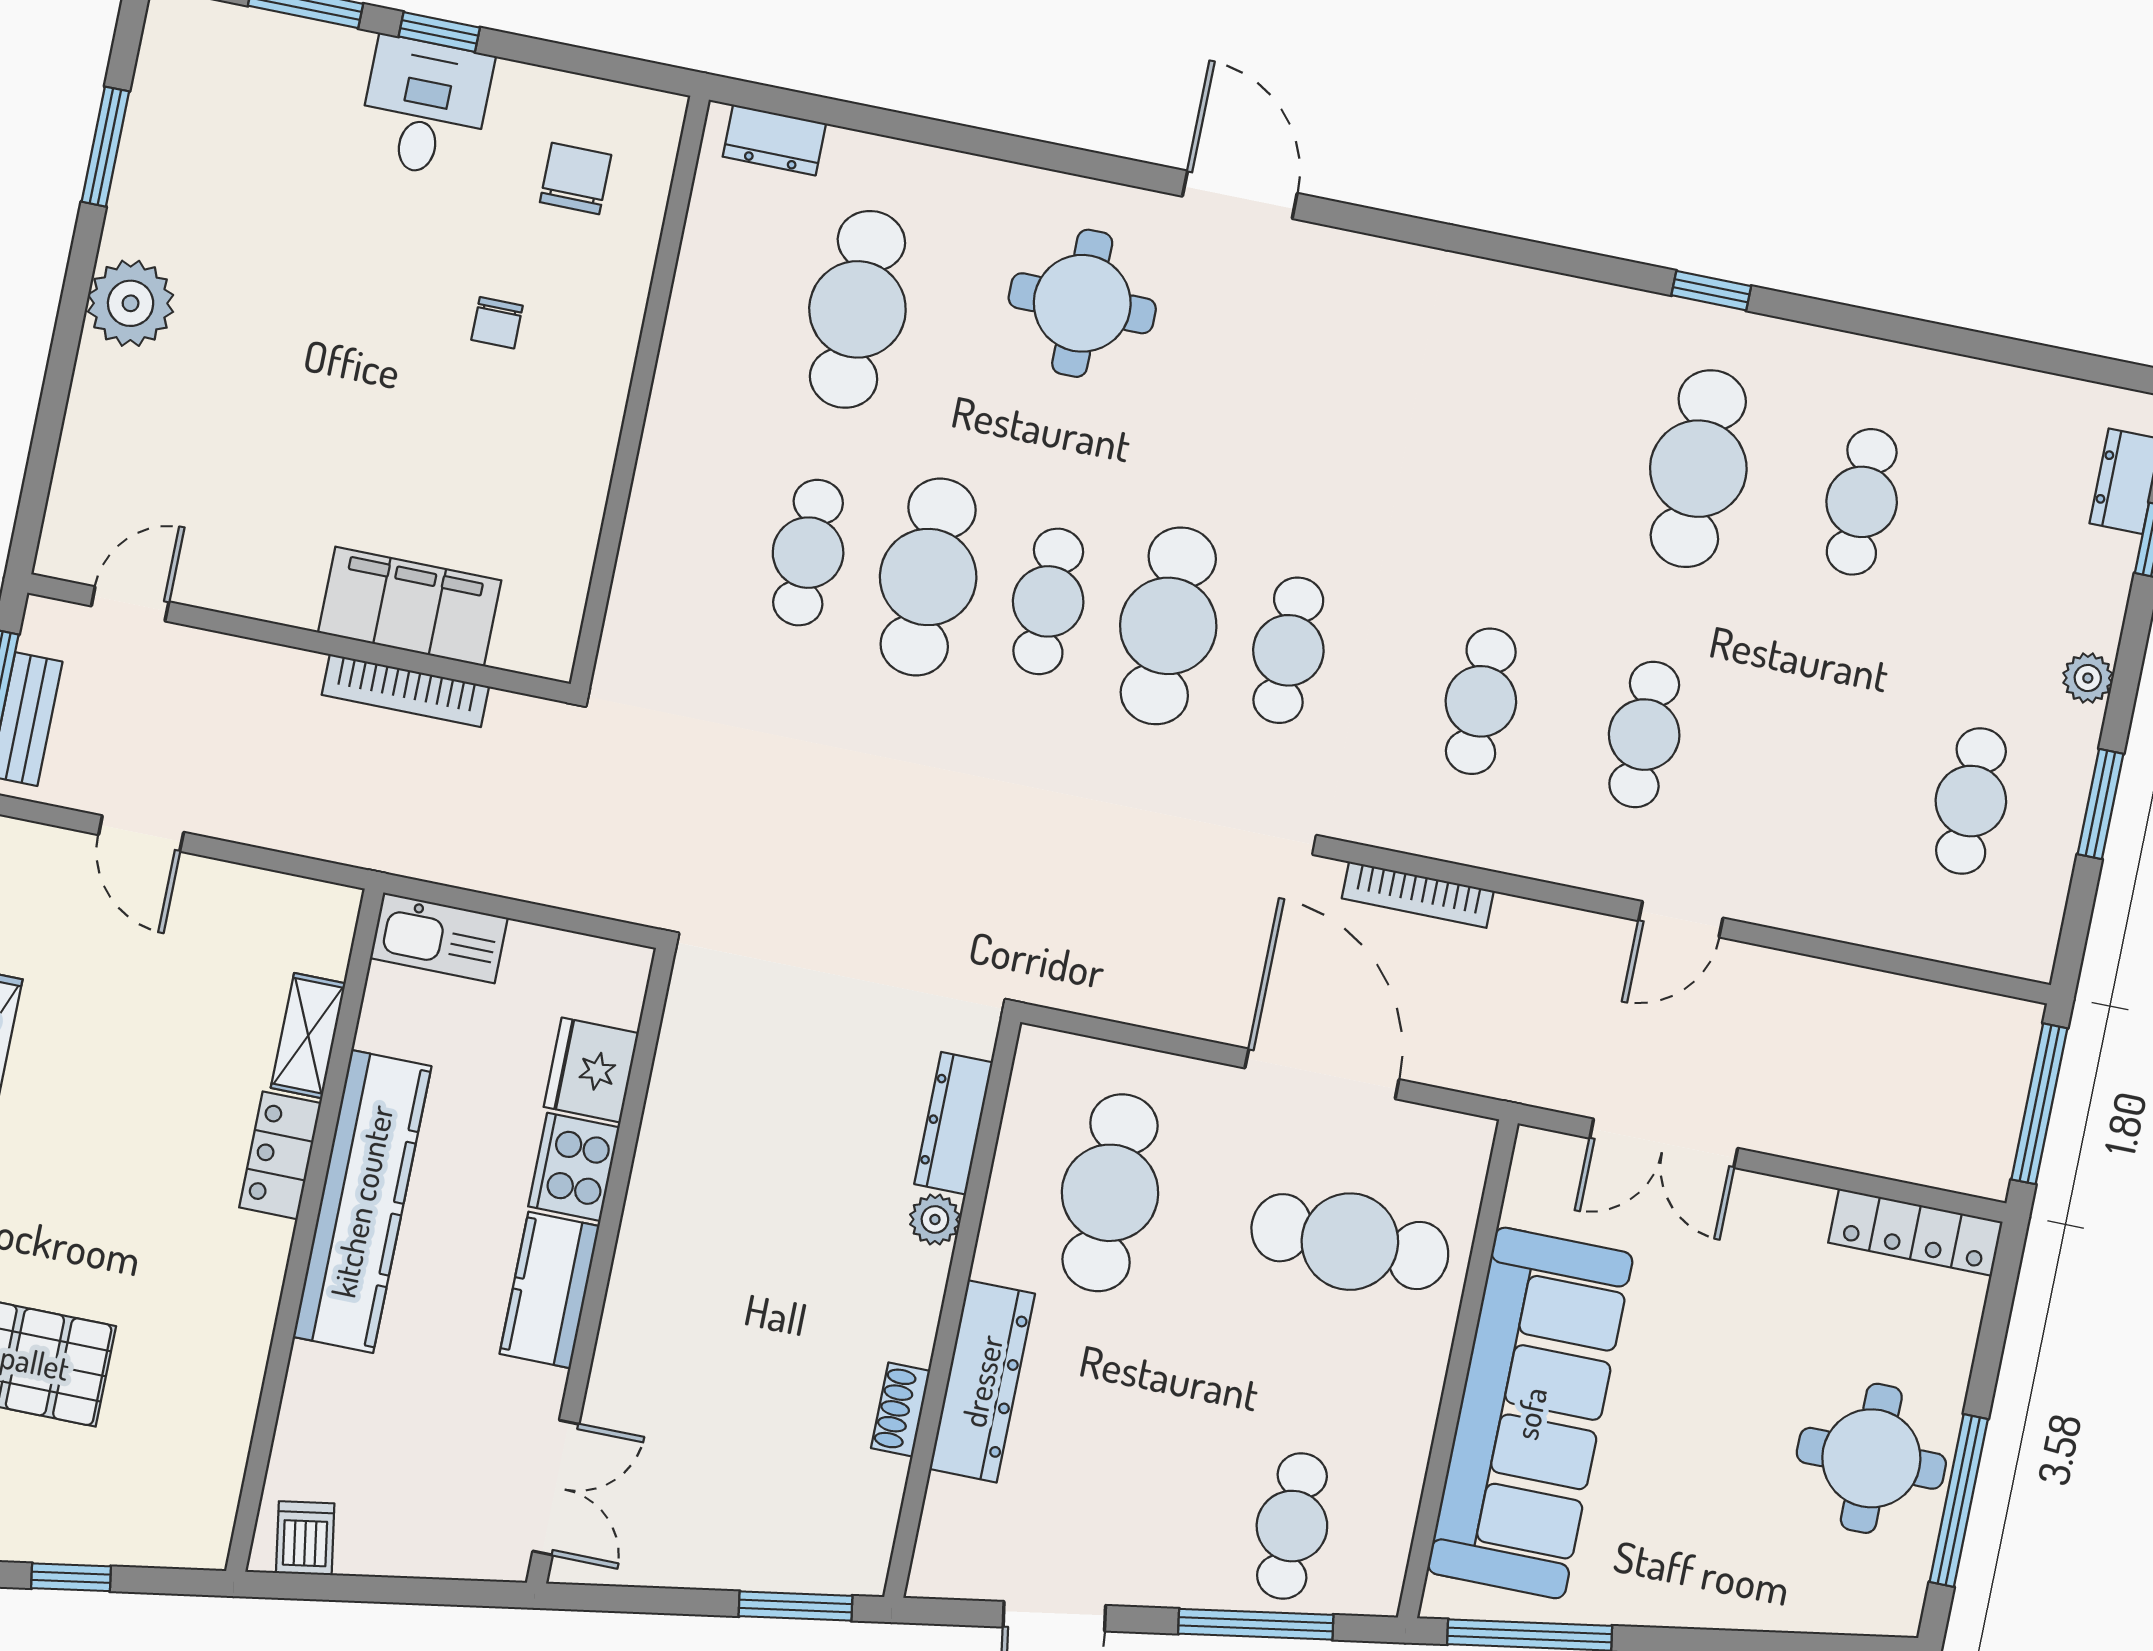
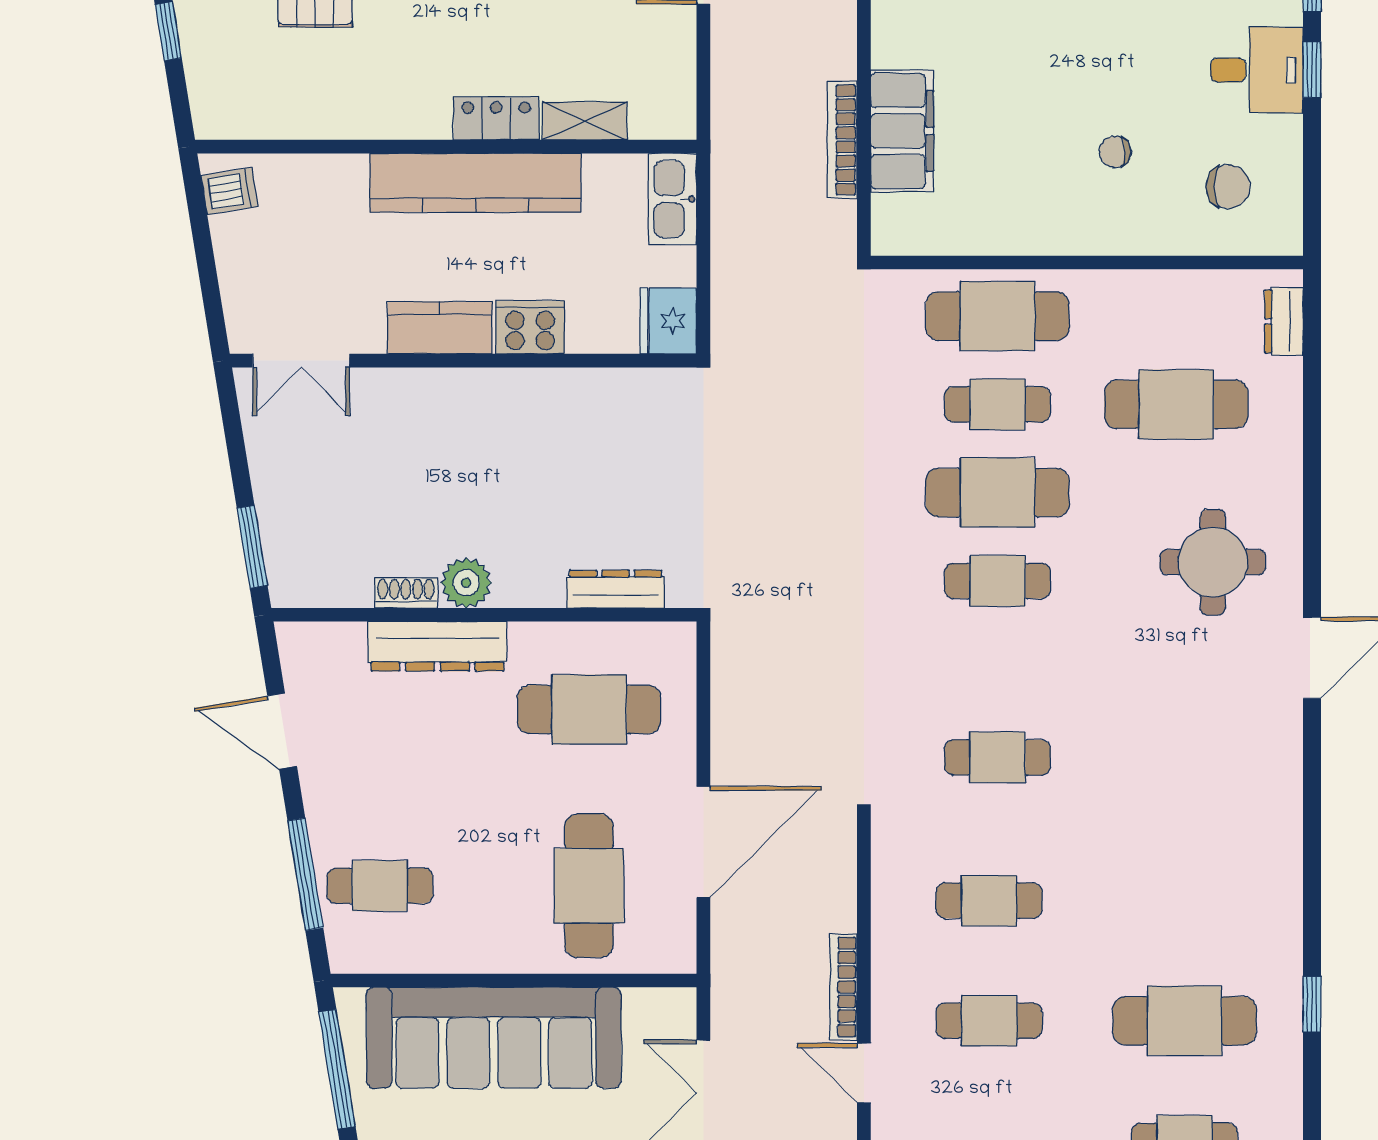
cafe table: (1168, 626) -> (997, 316), moved
bookcase: (1418, 895) -> (844, 987), moved
fridge: (591, 1070) -> (668, 321), moved, turned -90
plant: (935, 1219) -> (466, 583), moved, width x1.38, depth x1.38

